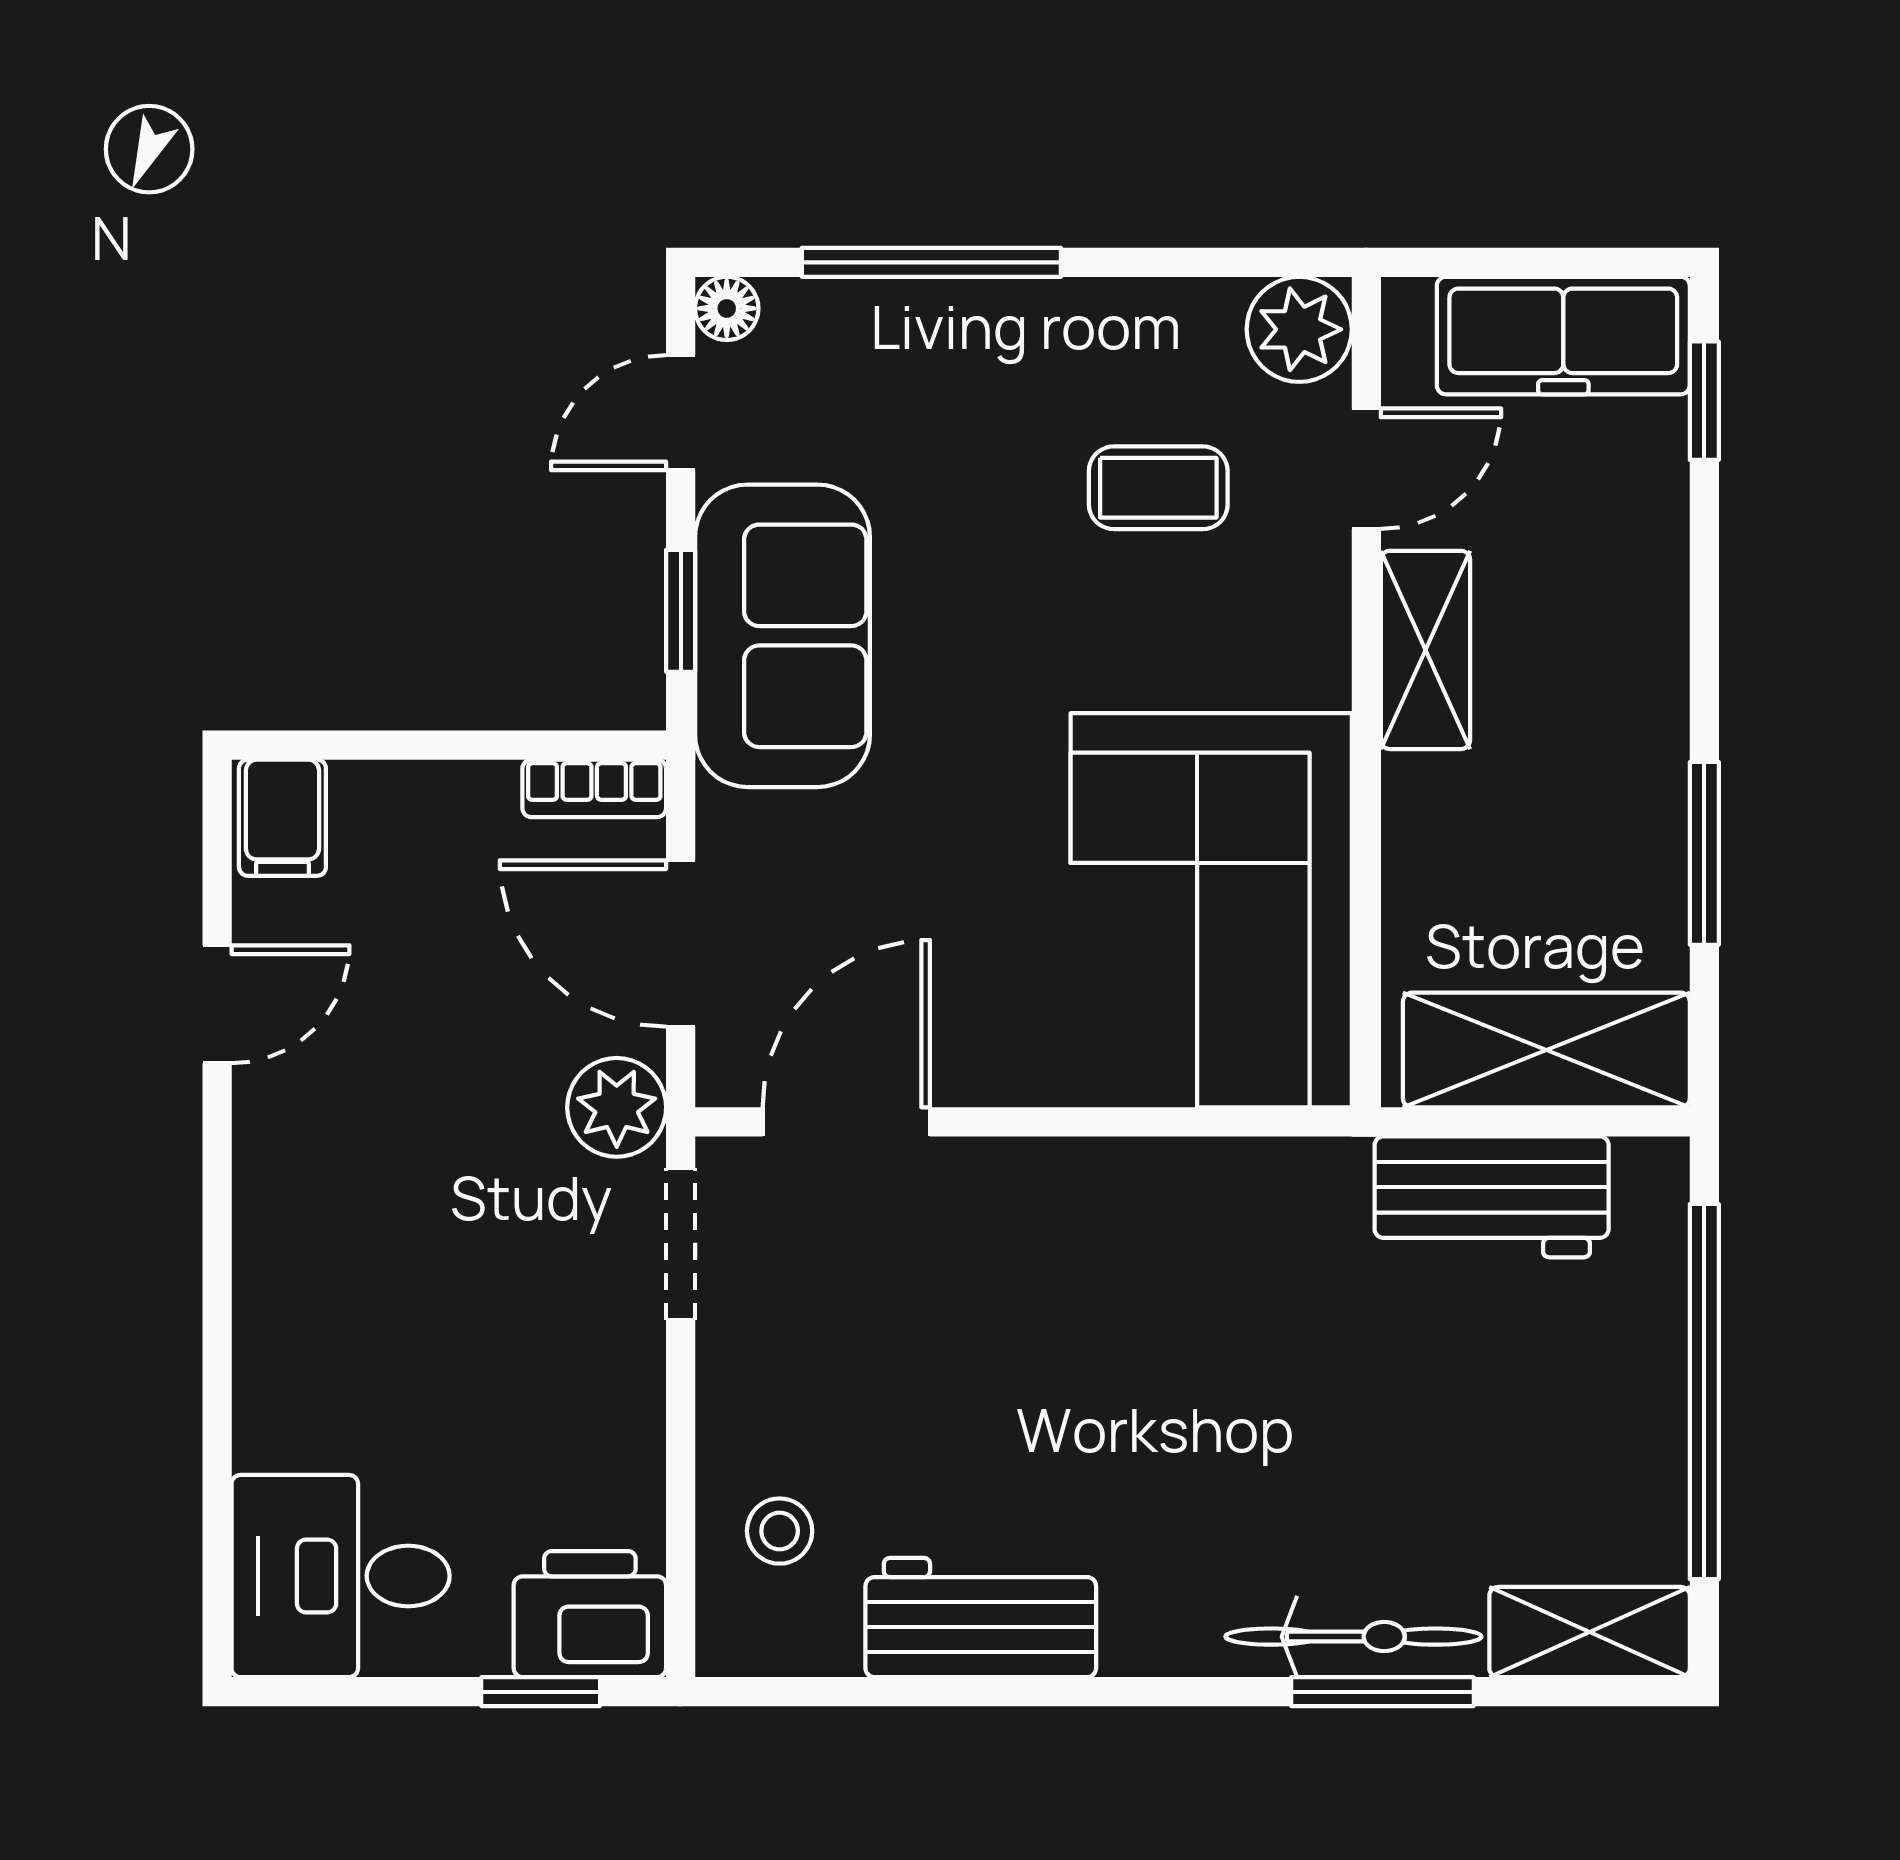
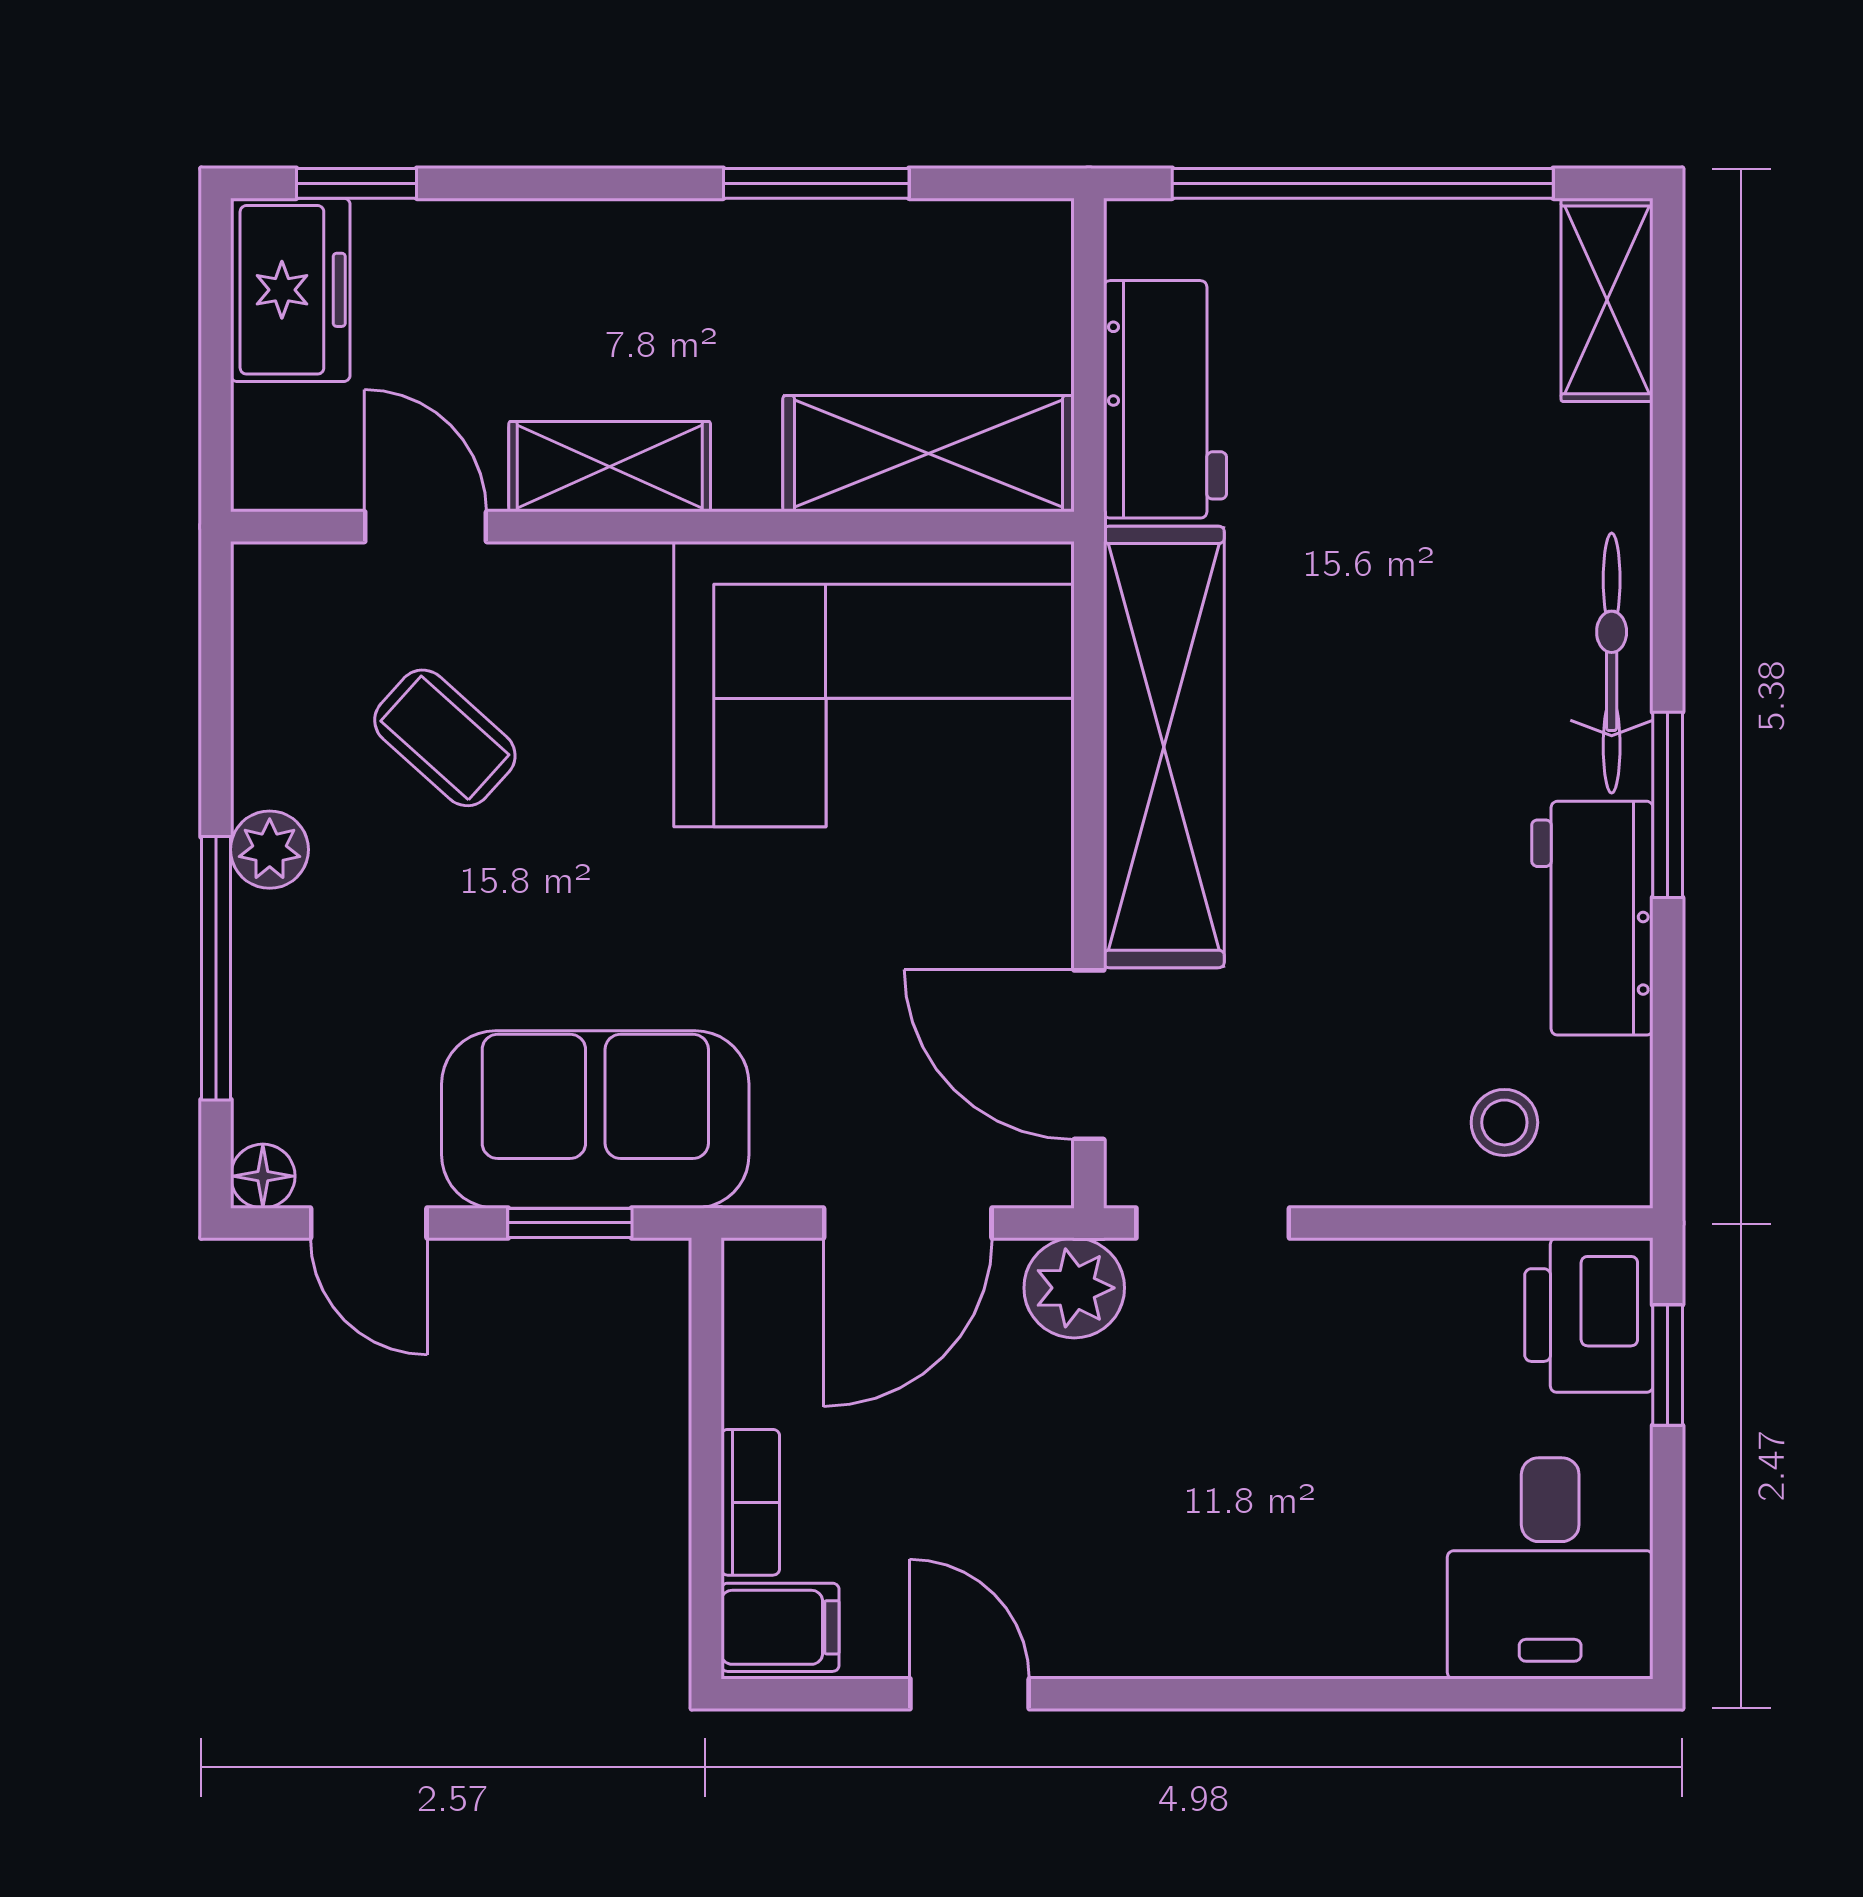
plant: (1299, 329) -> (270, 850), moved, width x0.73, depth x0.73
freezer: (1563, 336) -> (290, 290), width x0.71
coffee table: (1158, 488) -> (445, 738), turned -48
bookcase: (594, 788) -> (750, 1502), moved
shelving: (1546, 1050) -> (929, 454), moved, turned 90
shelving: (1149, 1196) -> (1164, 747), added
bicycle: (1353, 1637) -> (1612, 663), moved
window: (1382, 1692) -> (1668, 805), moved

